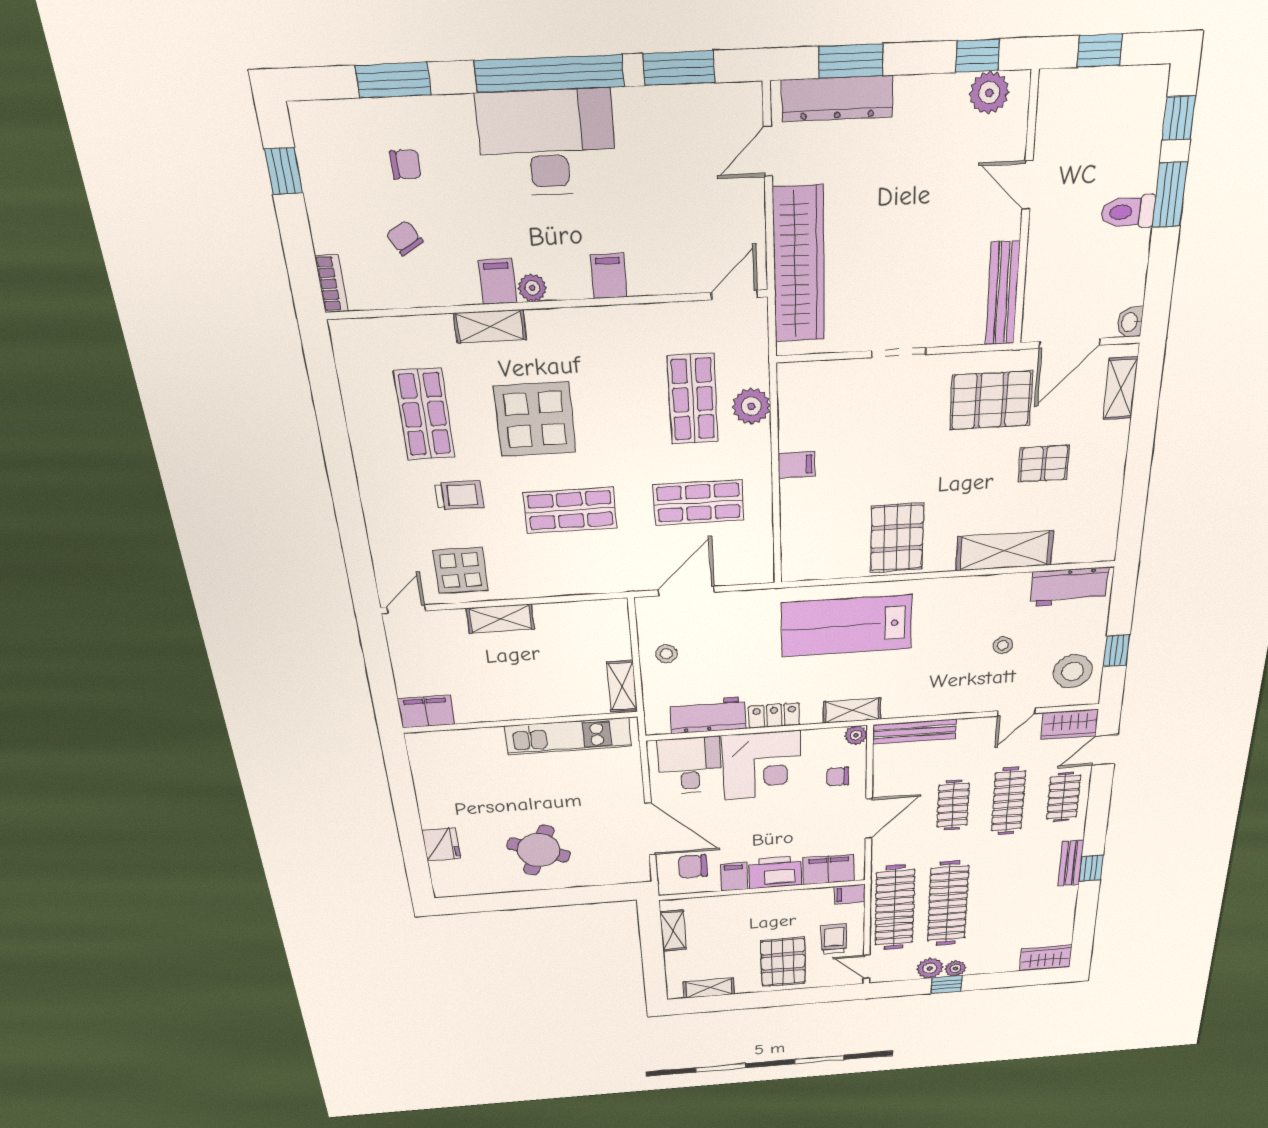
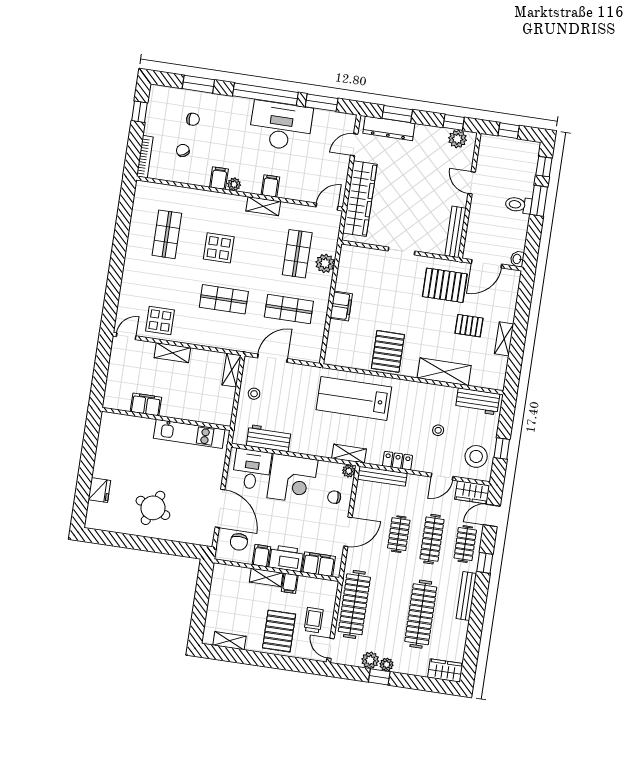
desk: (547, 143) -> (281, 126), moved
bookcase: (331, 284) -> (145, 157), width x1.56
shelving: (490, 326) -> (263, 206), moved
shelving: (1121, 388) -> (504, 339), moved
display table: (535, 419) -> (219, 248), width x0.73, depth x0.73
filing cabinet: (796, 465) -> (341, 306), width x2.00
trolley: (459, 495) -> (171, 279), removed
shelving: (622, 686) -> (232, 370), moved
filing cabinet: (426, 712) -> (146, 404), moved
locker: (774, 716) -> (397, 461), moved
bench: (1071, 863) -> (466, 596), width x1.36
chair: (693, 866) -> (239, 542), turned -90
window: (1091, 868) -> (485, 563), moved
filing cabinet: (850, 894) -> (290, 583), moved, turned -90
clothes rail: (948, 904) -> (421, 614), moved
shelving: (673, 931) -> (266, 577), moved, turned 90

